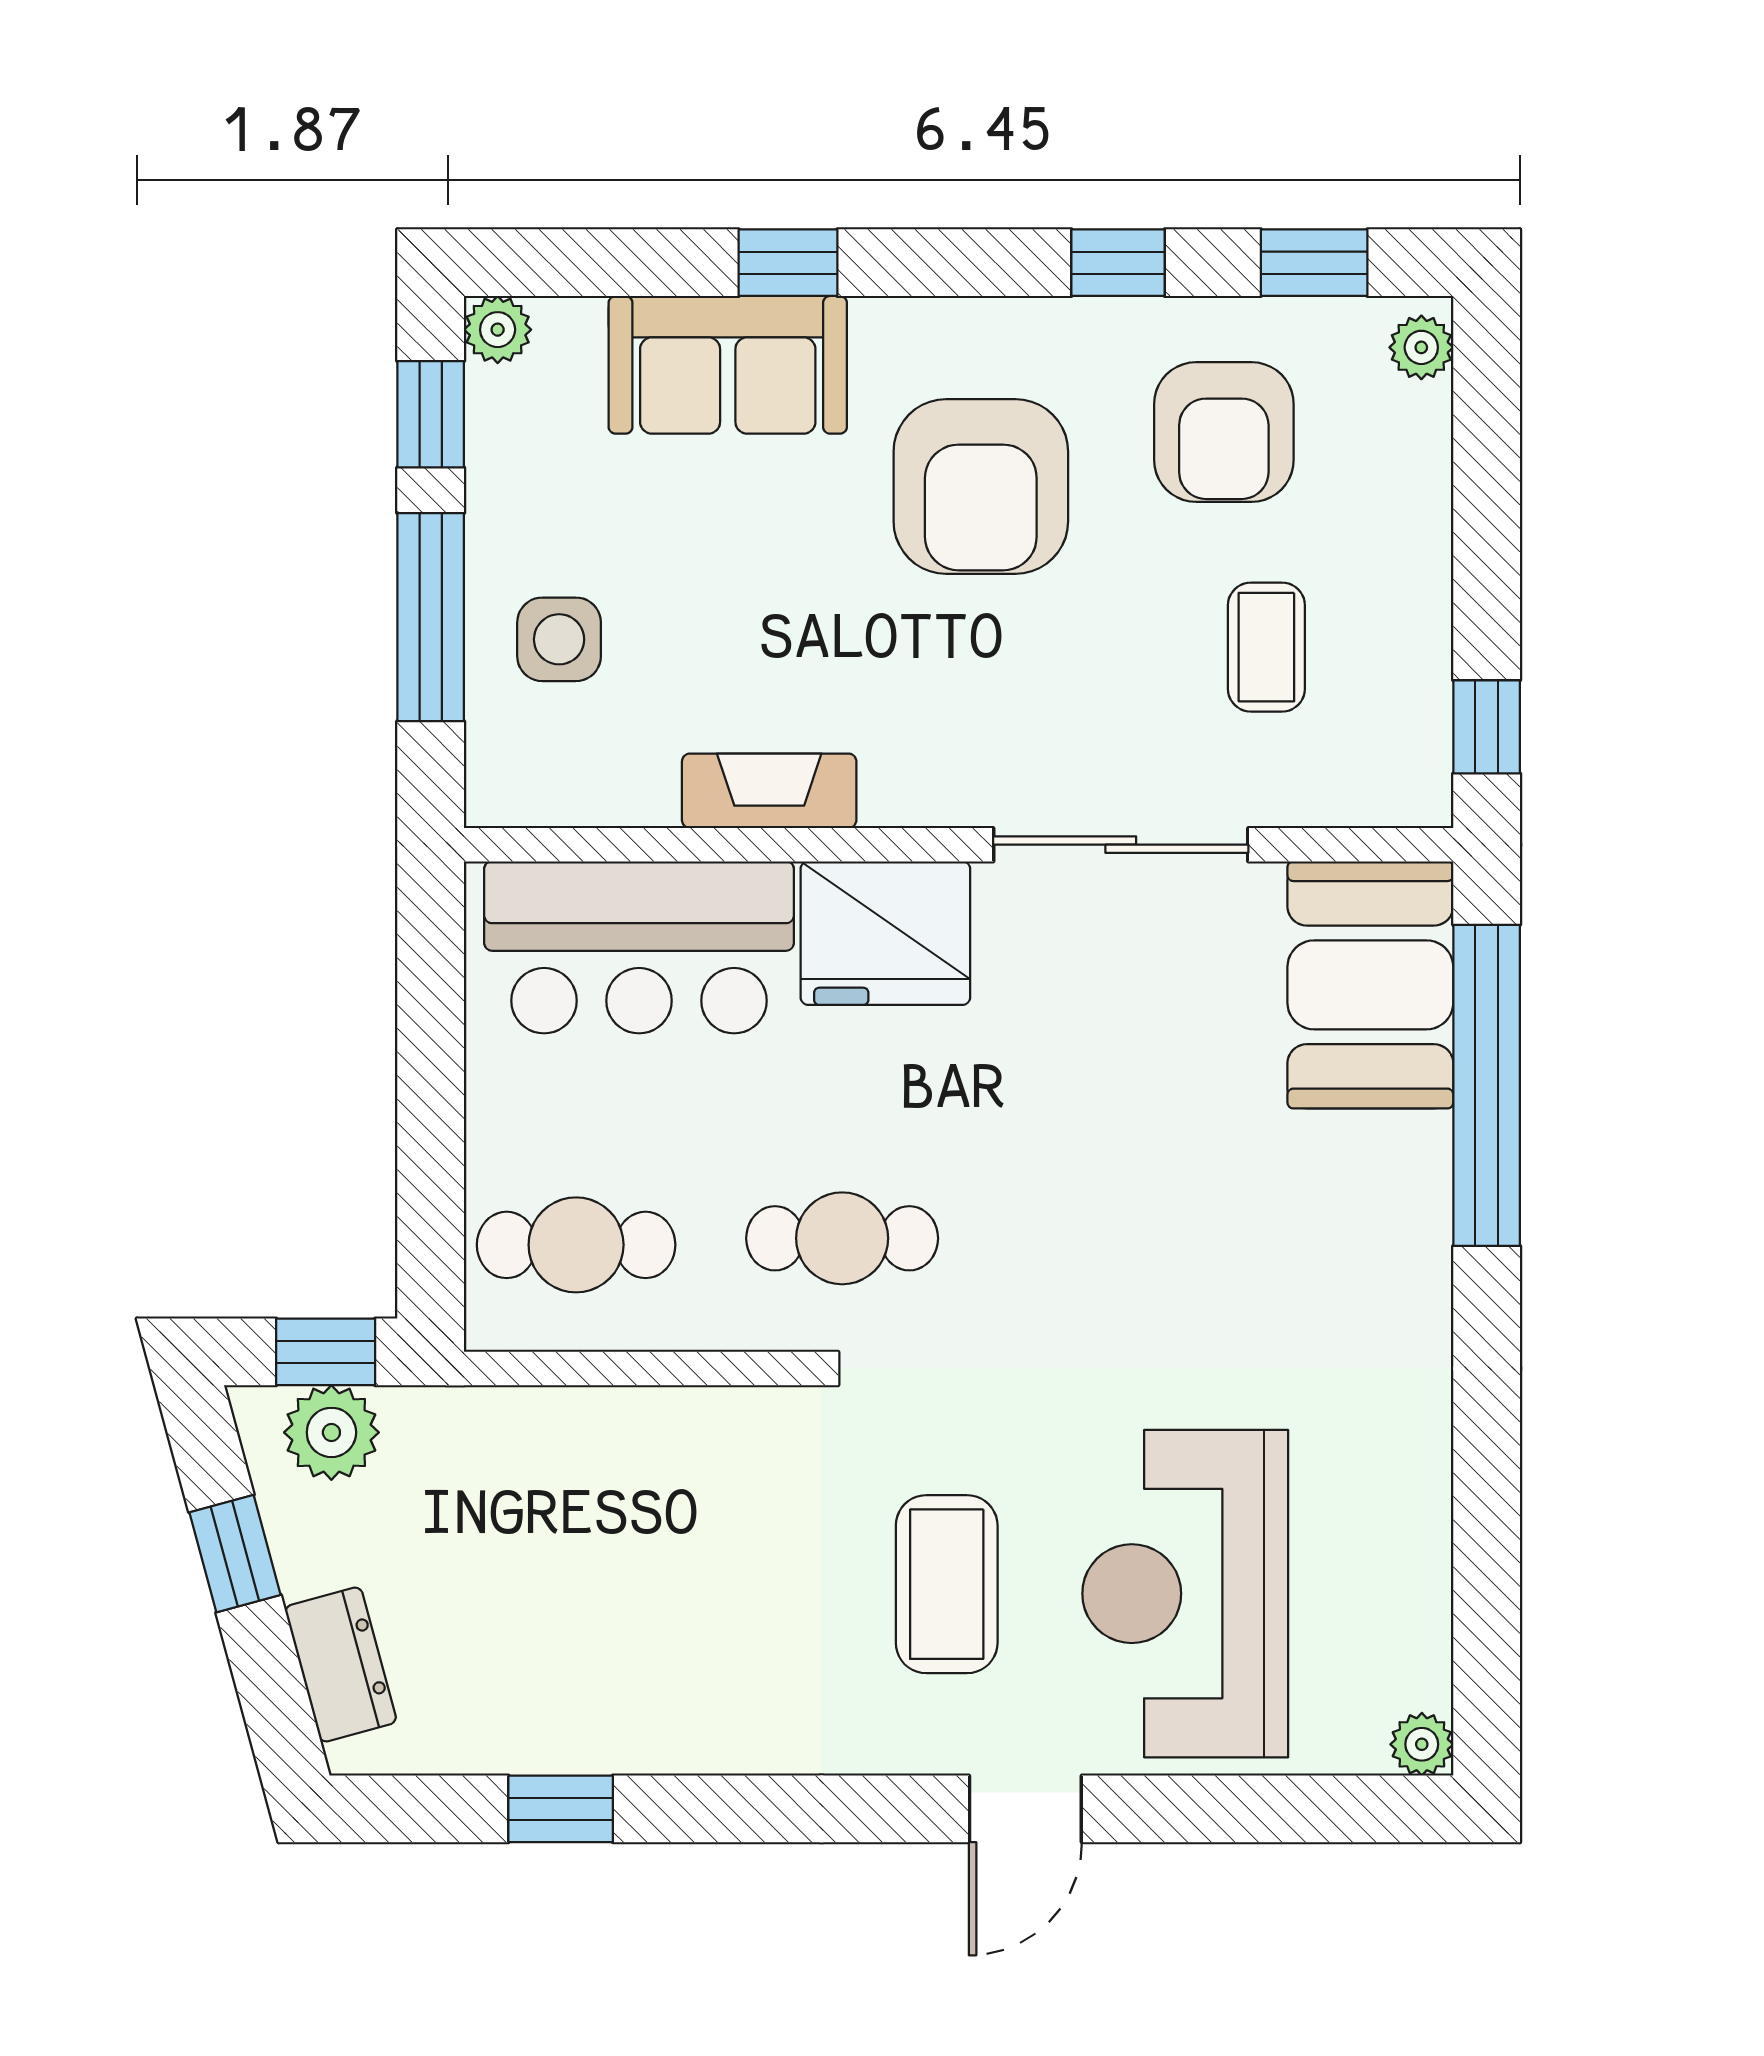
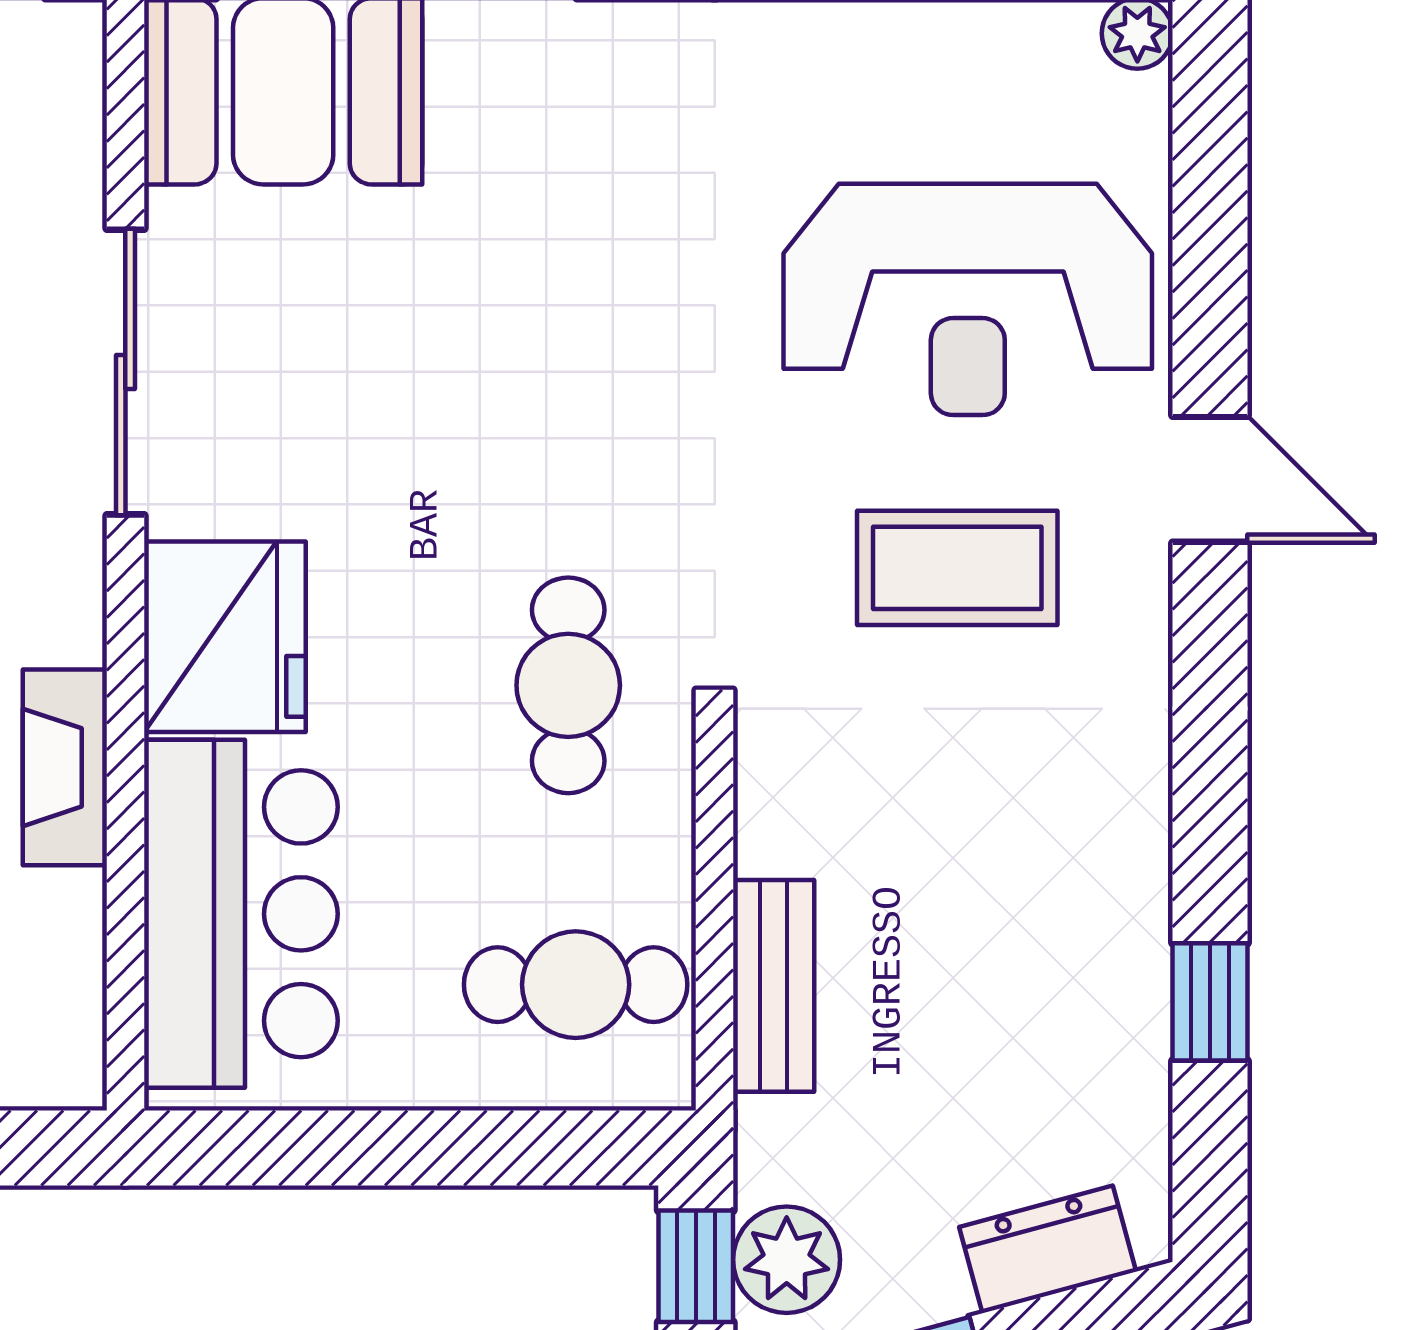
cafe table: (576, 1245) -> (576, 985), turned 90
bench: (575, 1421) -> (774, 986), added

